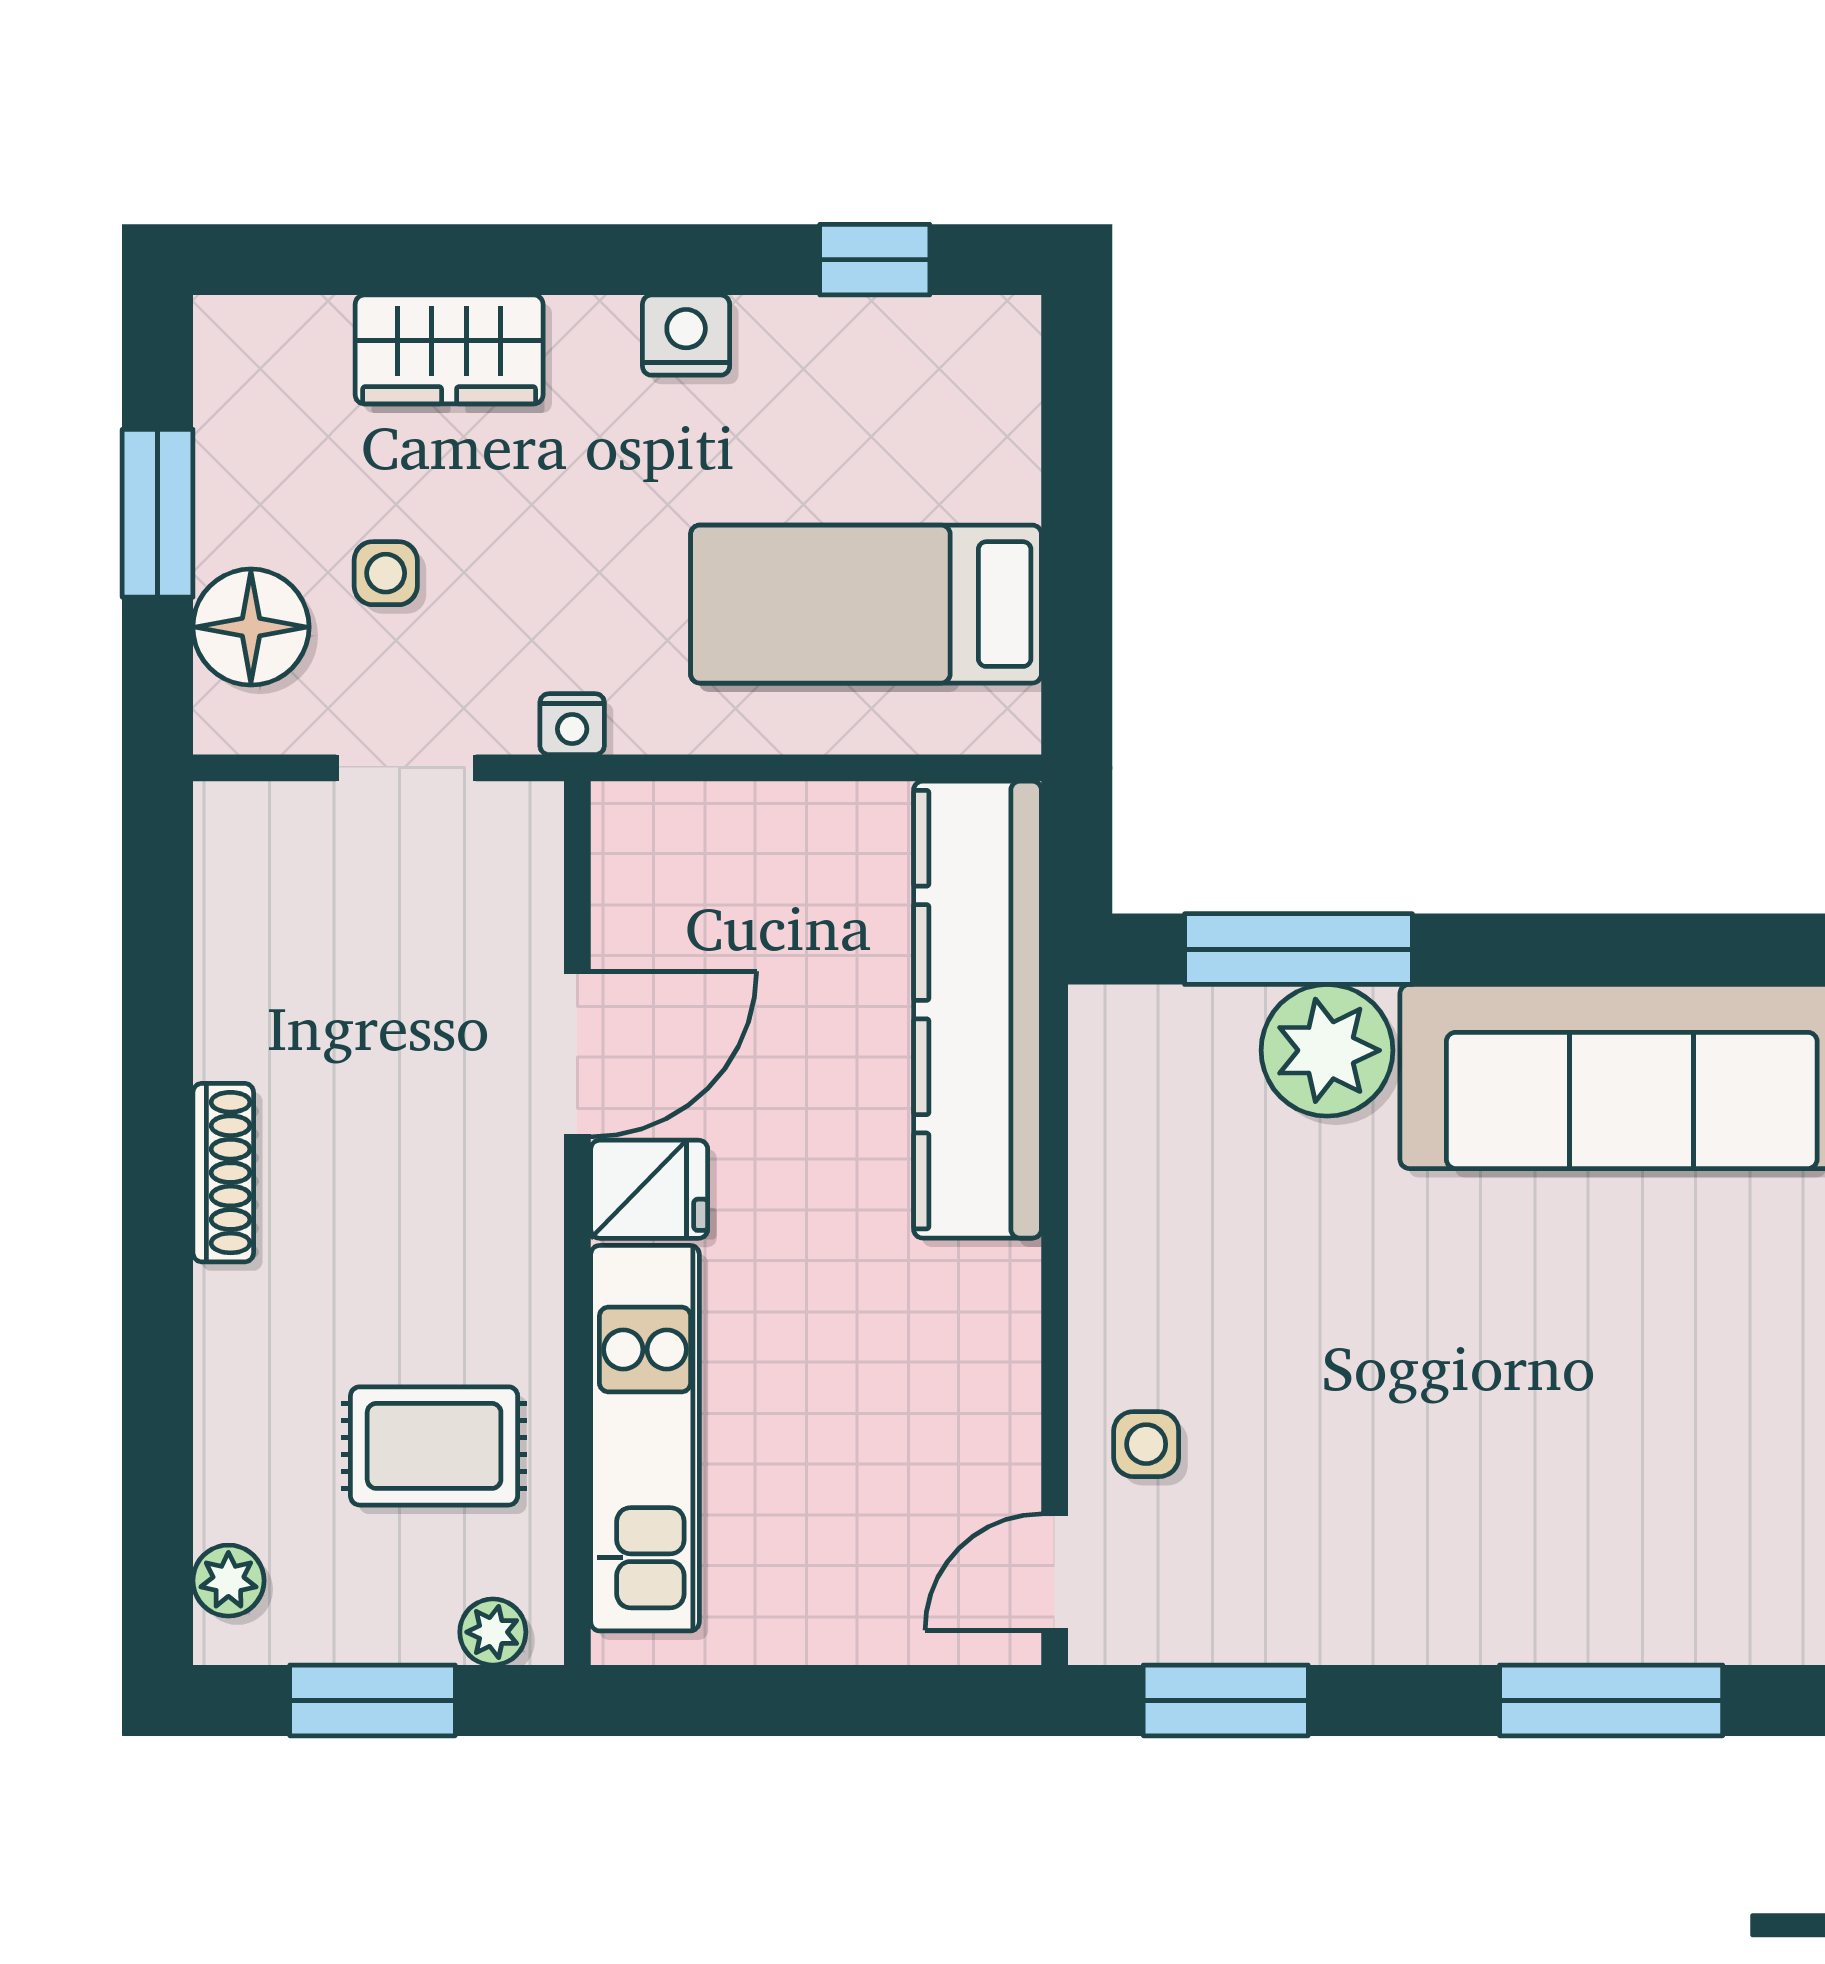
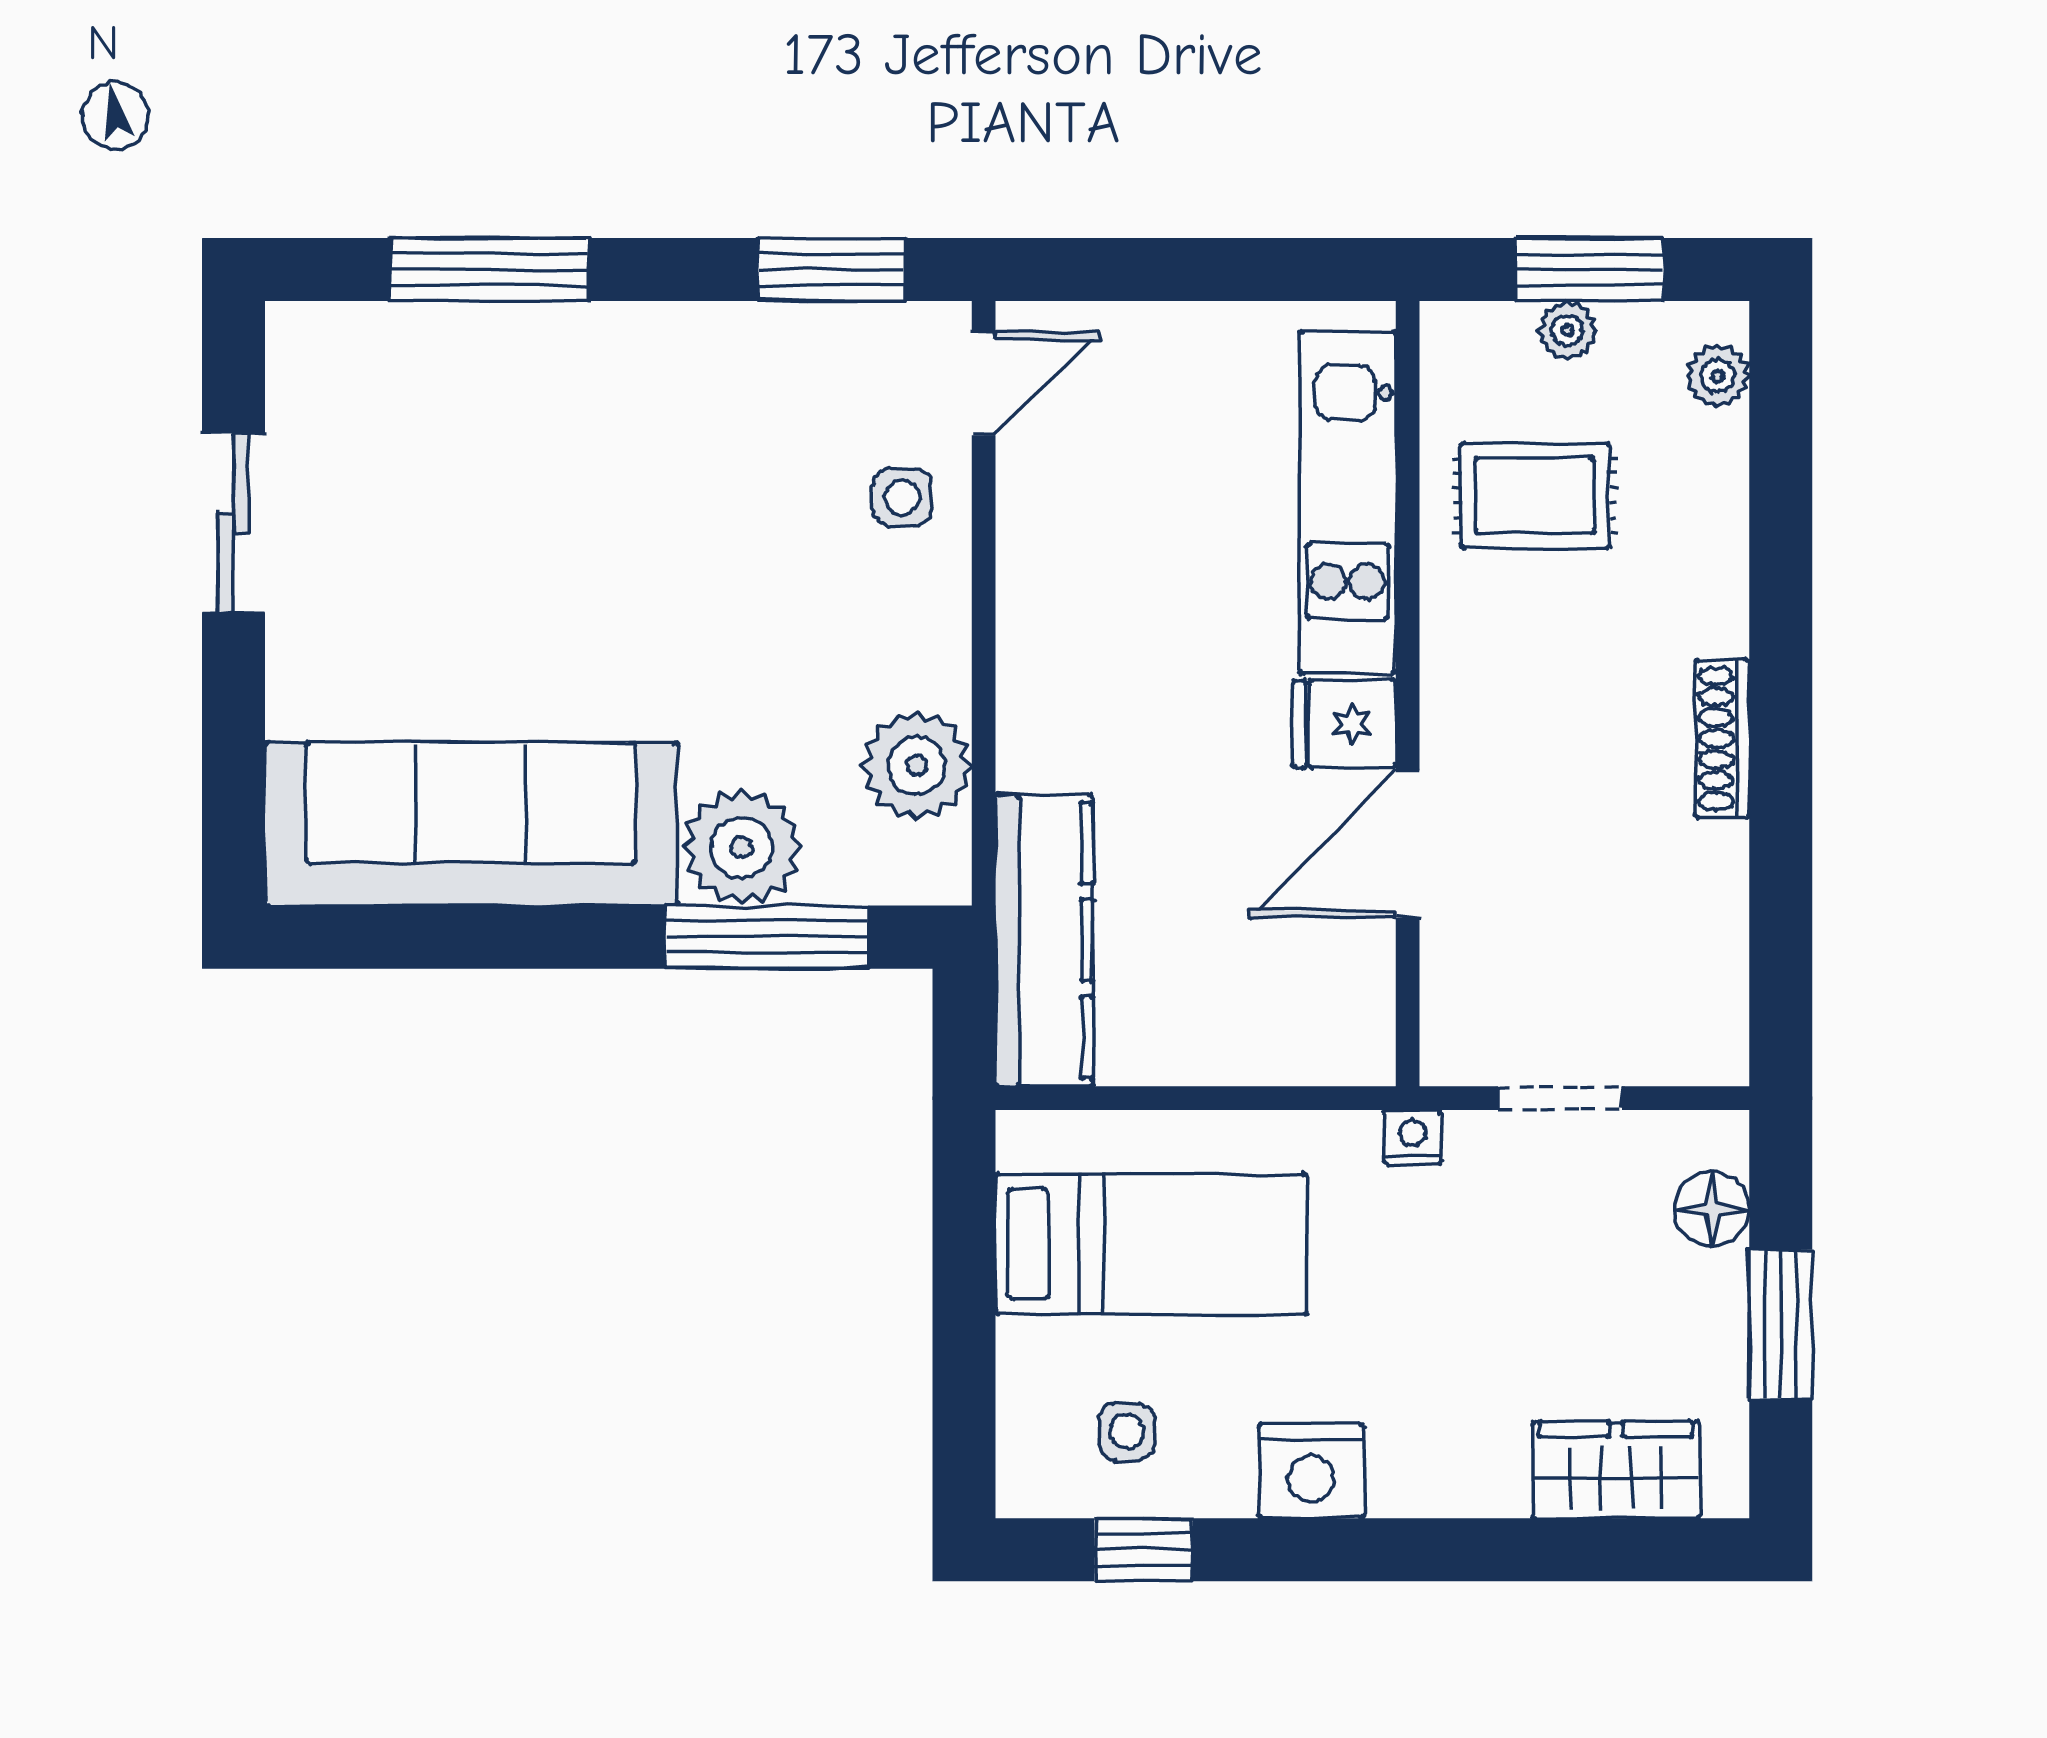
nightstand: (686, 335) -> (1311, 1471), width x1.36, depth x1.33
wardrobe: (449, 349) -> (1616, 1470), moved
side table: (386, 573) -> (1127, 1432), moved
floor lamp: (251, 627) -> (1712, 1209), width x0.73, depth x0.73
kitchen counter: (978, 1010) -> (1044, 940), width x0.72, depth x0.86
plant: (1130, 1142) -> (917, 765), added
plant: (493, 1632) -> (1567, 330), moved

